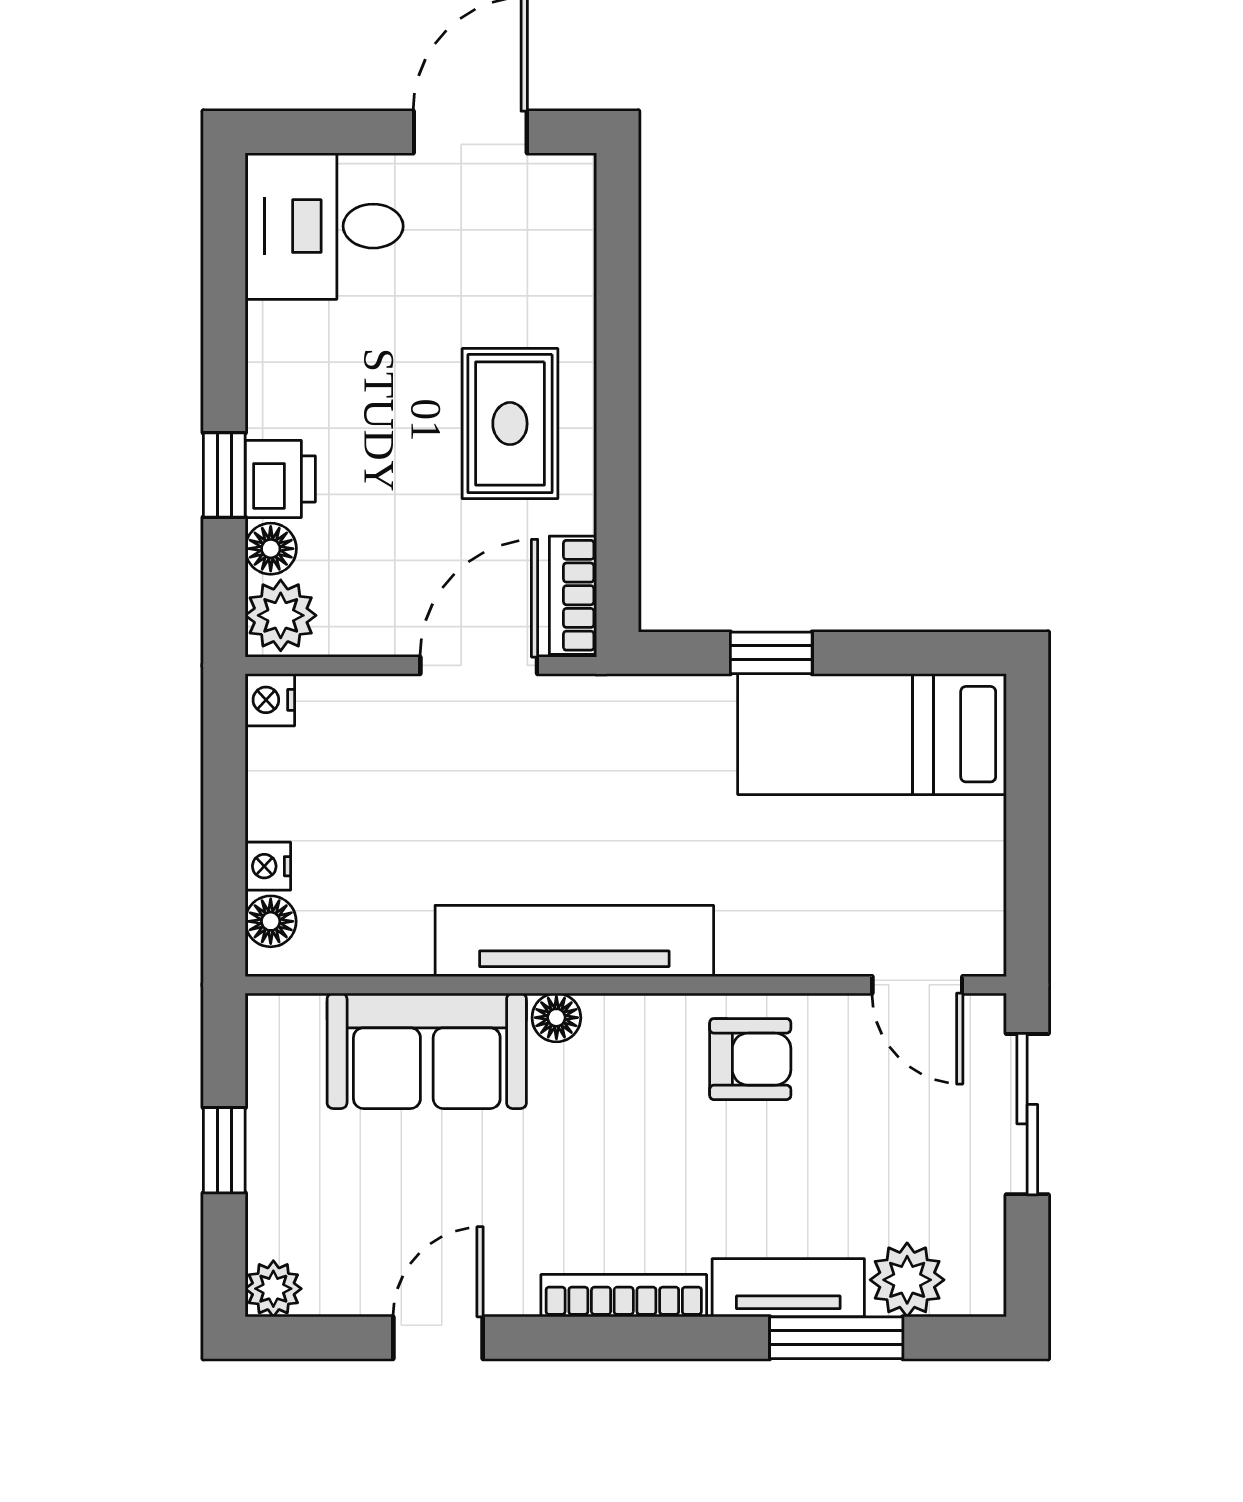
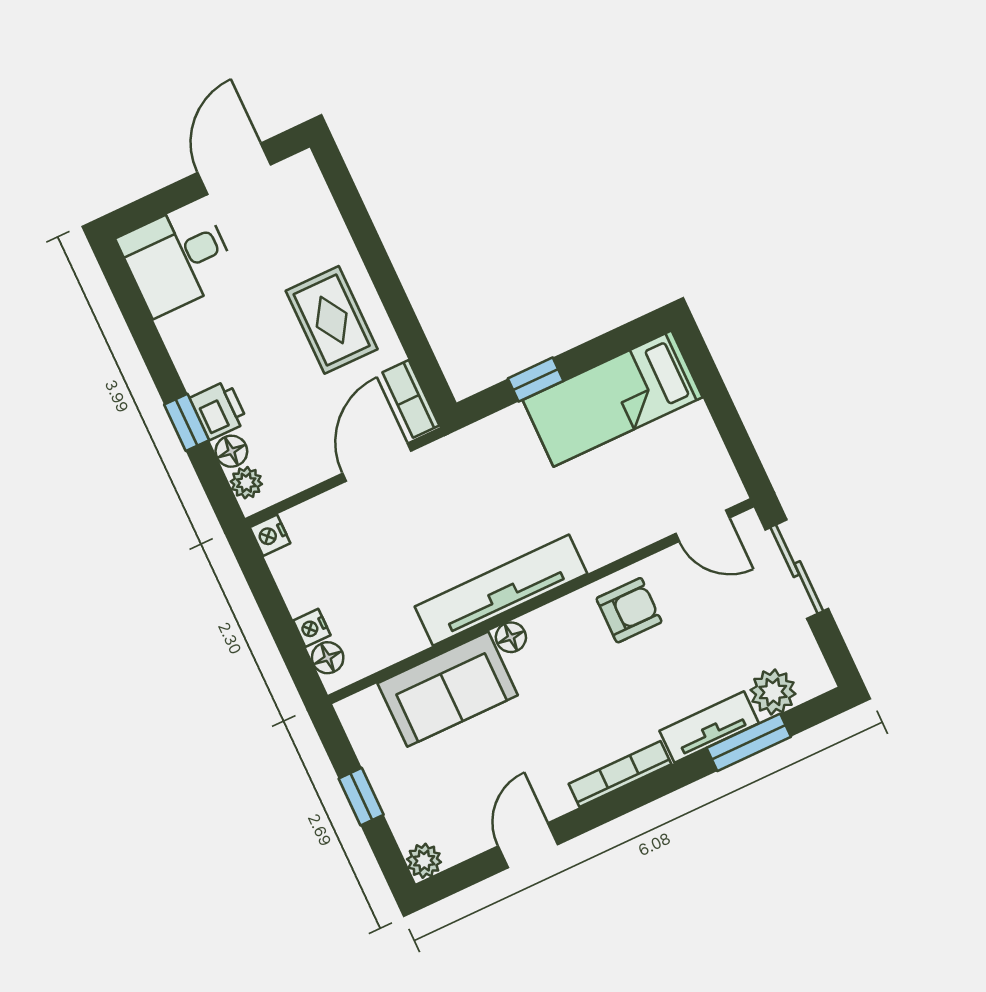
plant: (281, 615) -> (246, 483), width x0.73, depth x0.73

